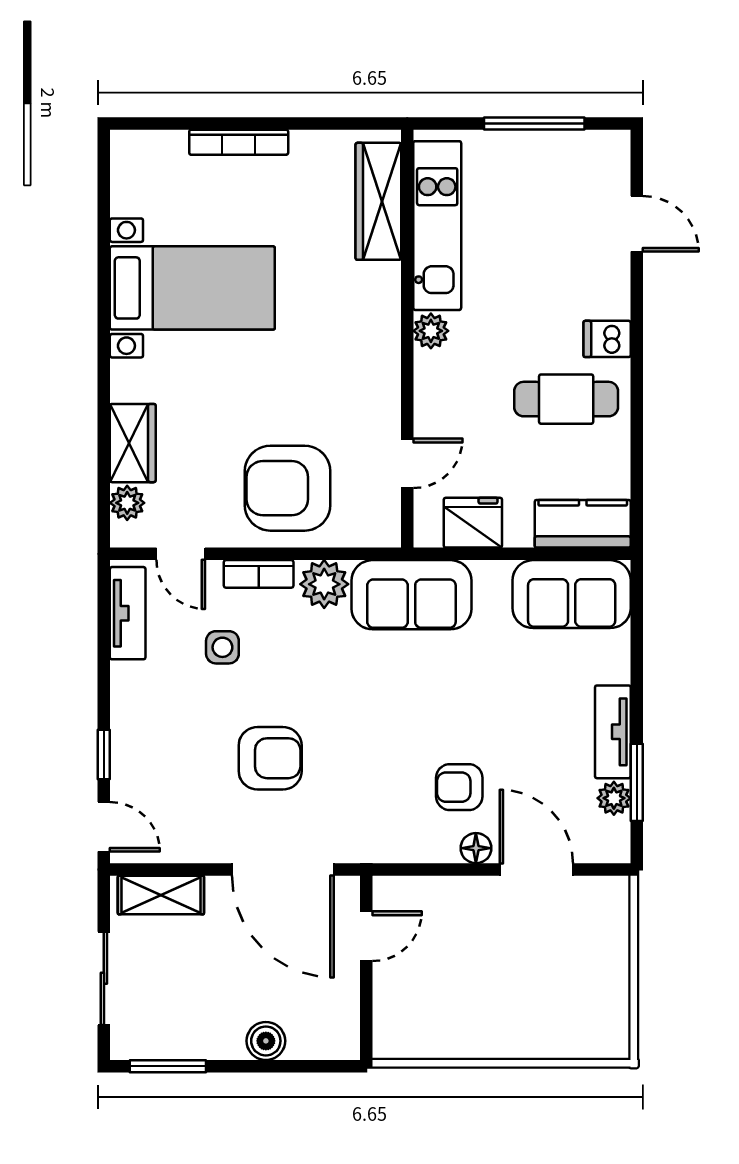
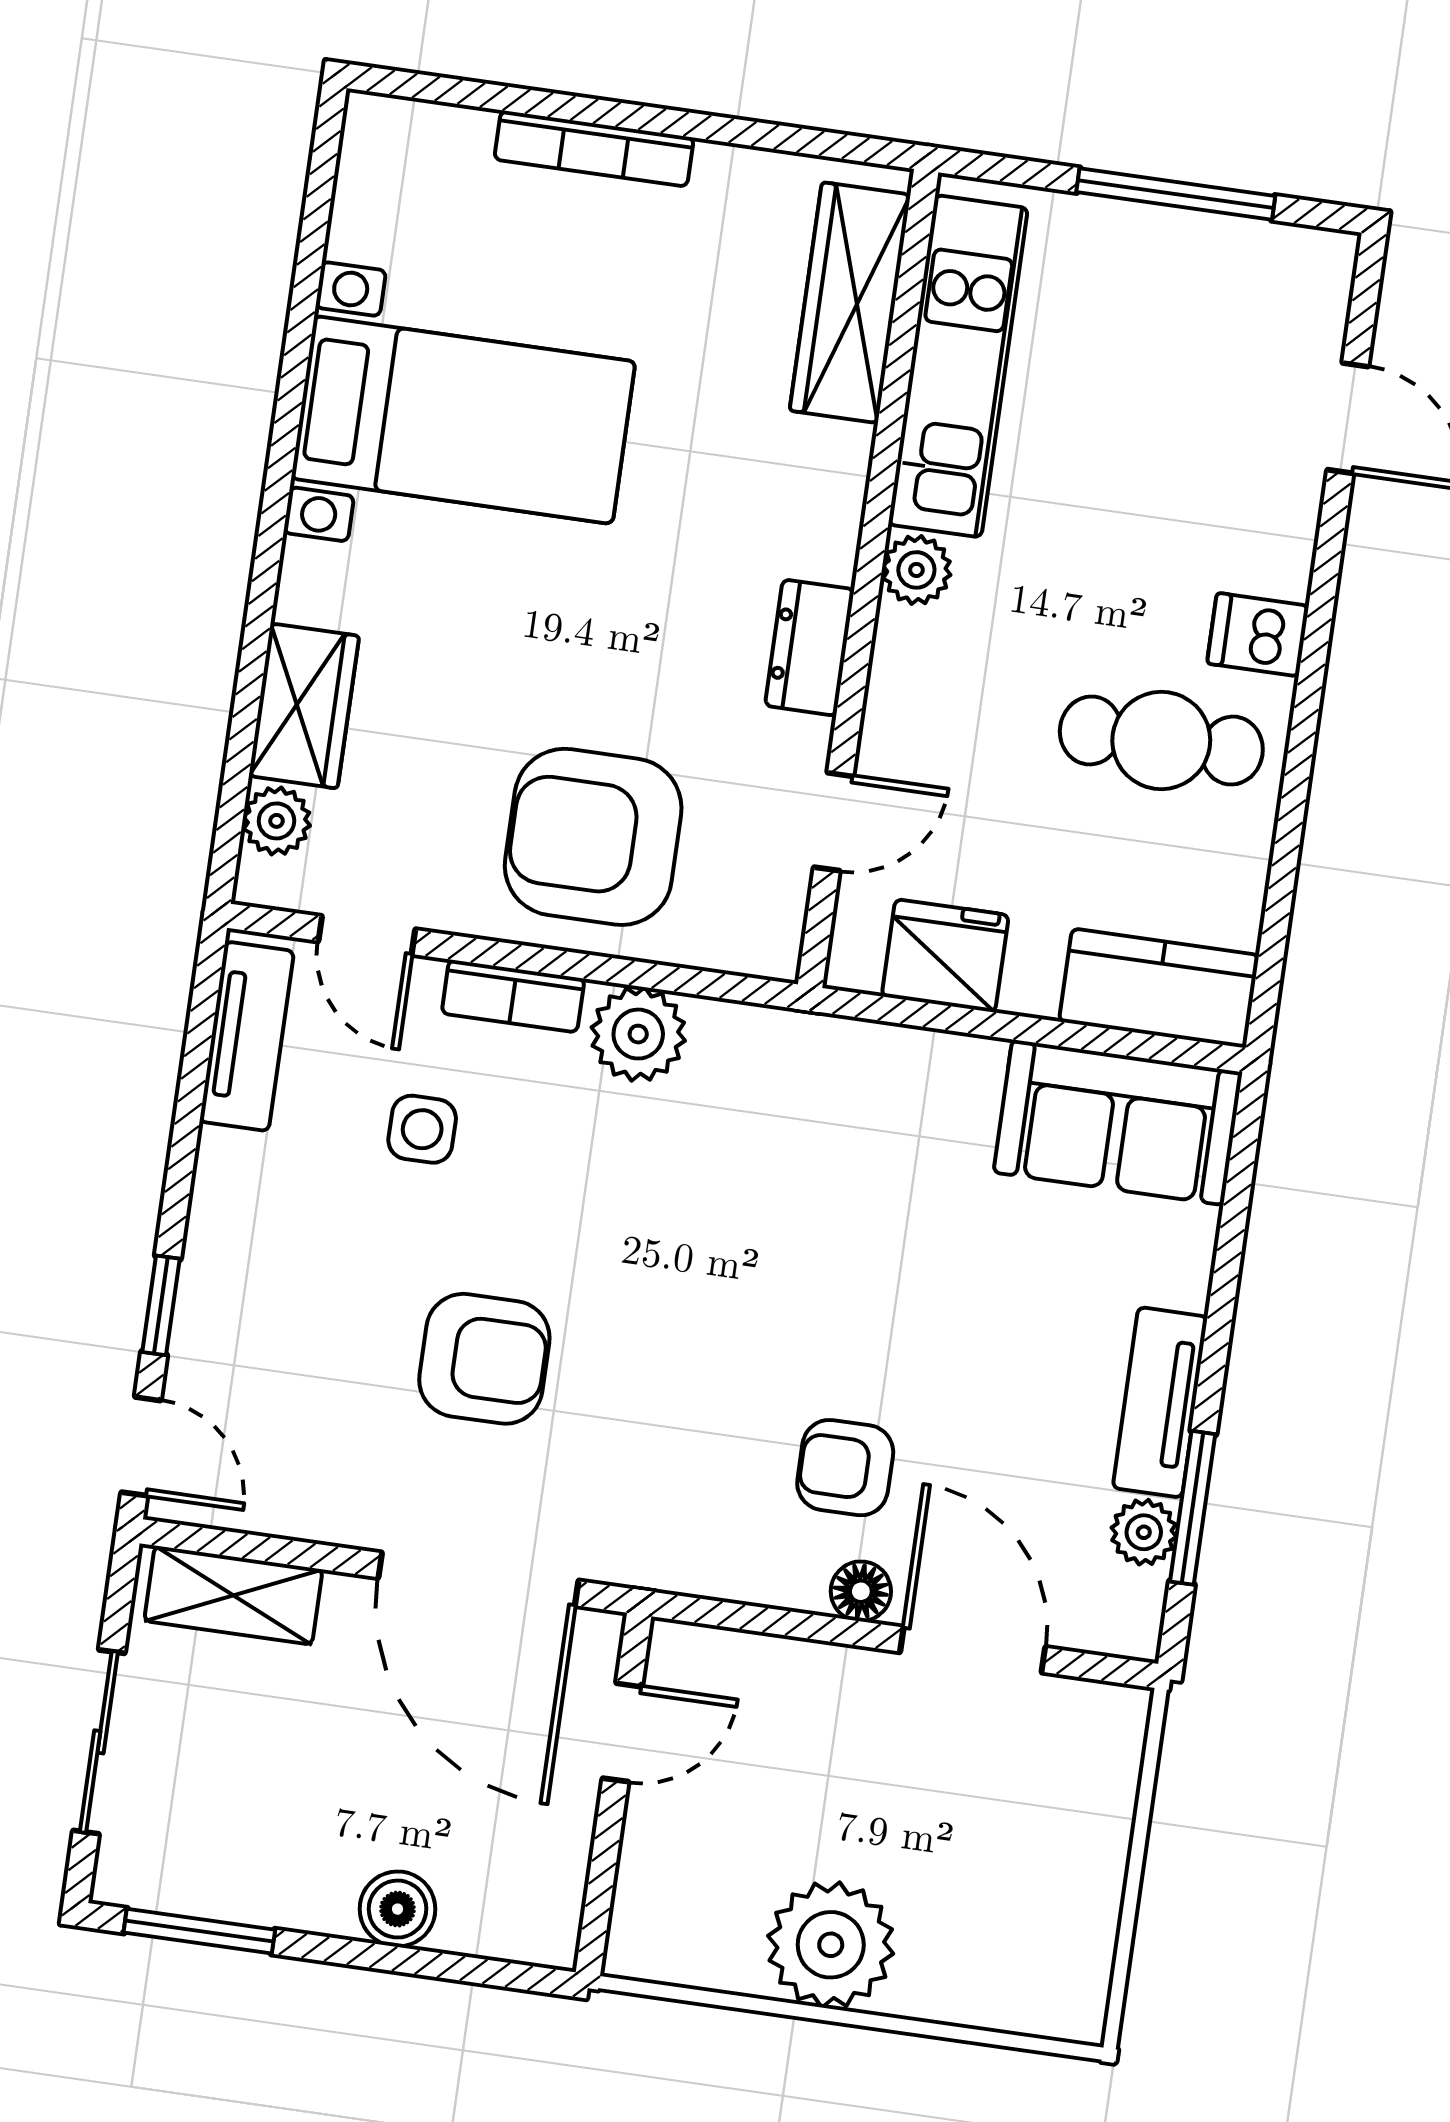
dresser: (383, 378) -> (810, 648), added
sofa: (411, 595) -> (805, 1079), removed
plant: (486, 1028) -> (831, 1945), added

